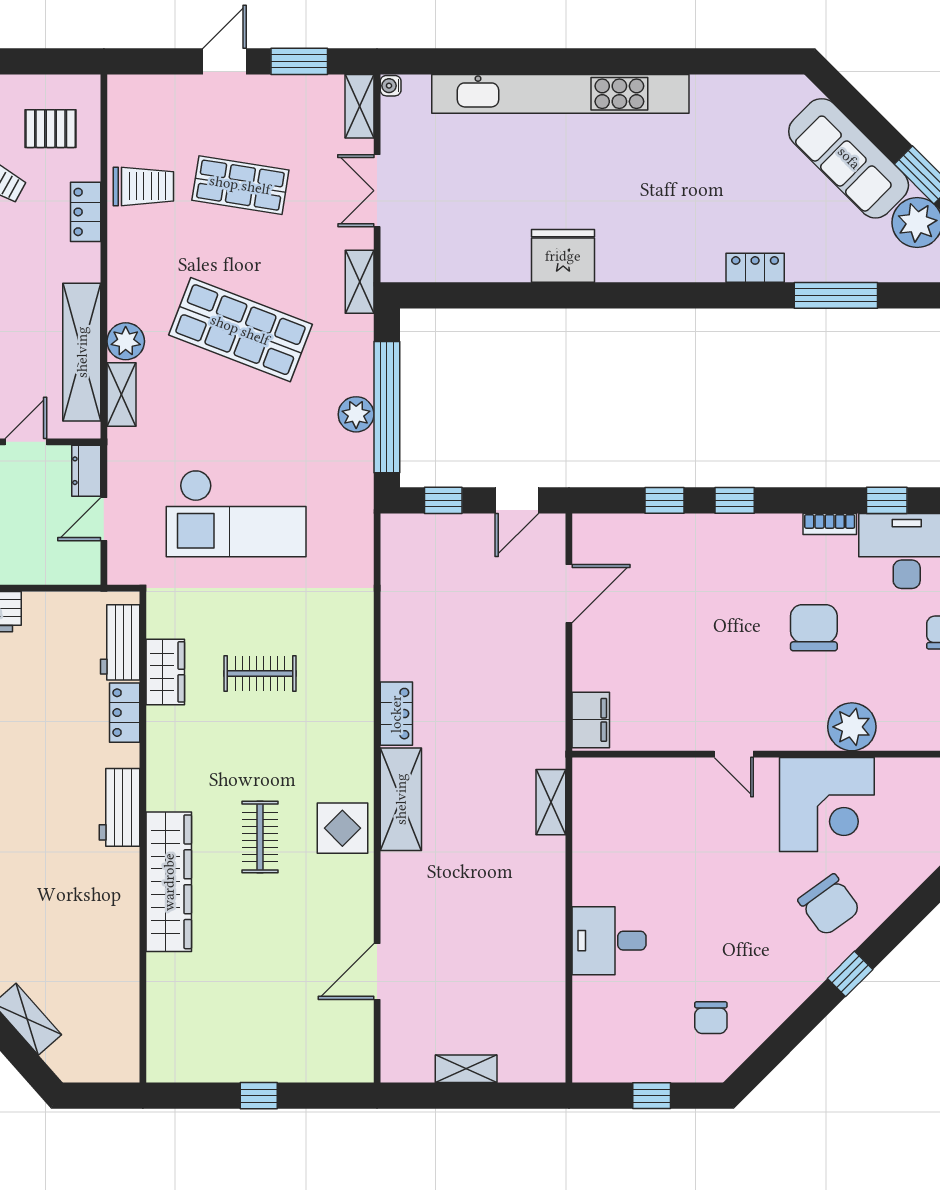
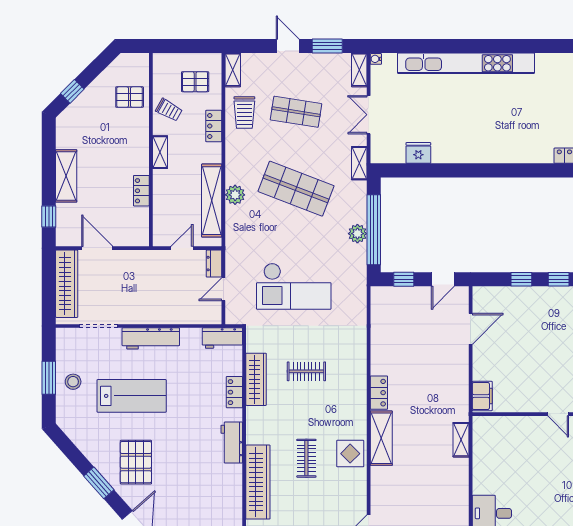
door: (225, 61) -> (288, 46), hinge flipped
trolley: (143, 186) -> (244, 112), turned 90
fridge: (563, 256) -> (418, 153), moved, width x0.73, depth x0.75
shelving: (121, 394) -> (233, 70), moved
workbench: (120, 642) -> (222, 338), moved, turned -90
wardrobe: (165, 672) -> (256, 379), width x1.50

